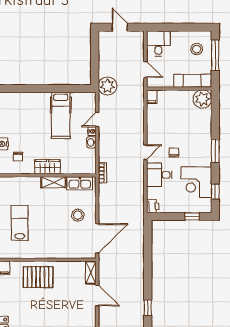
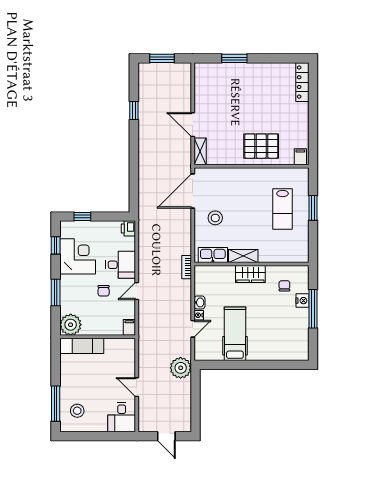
exam couch: (193, 81) -> (82, 346), moved
wall: (179, 89) -> (98, 337), moved
filing cabinet: (152, 97) -> (129, 327), moved
plant: (202, 99) -> (71, 325), moved

